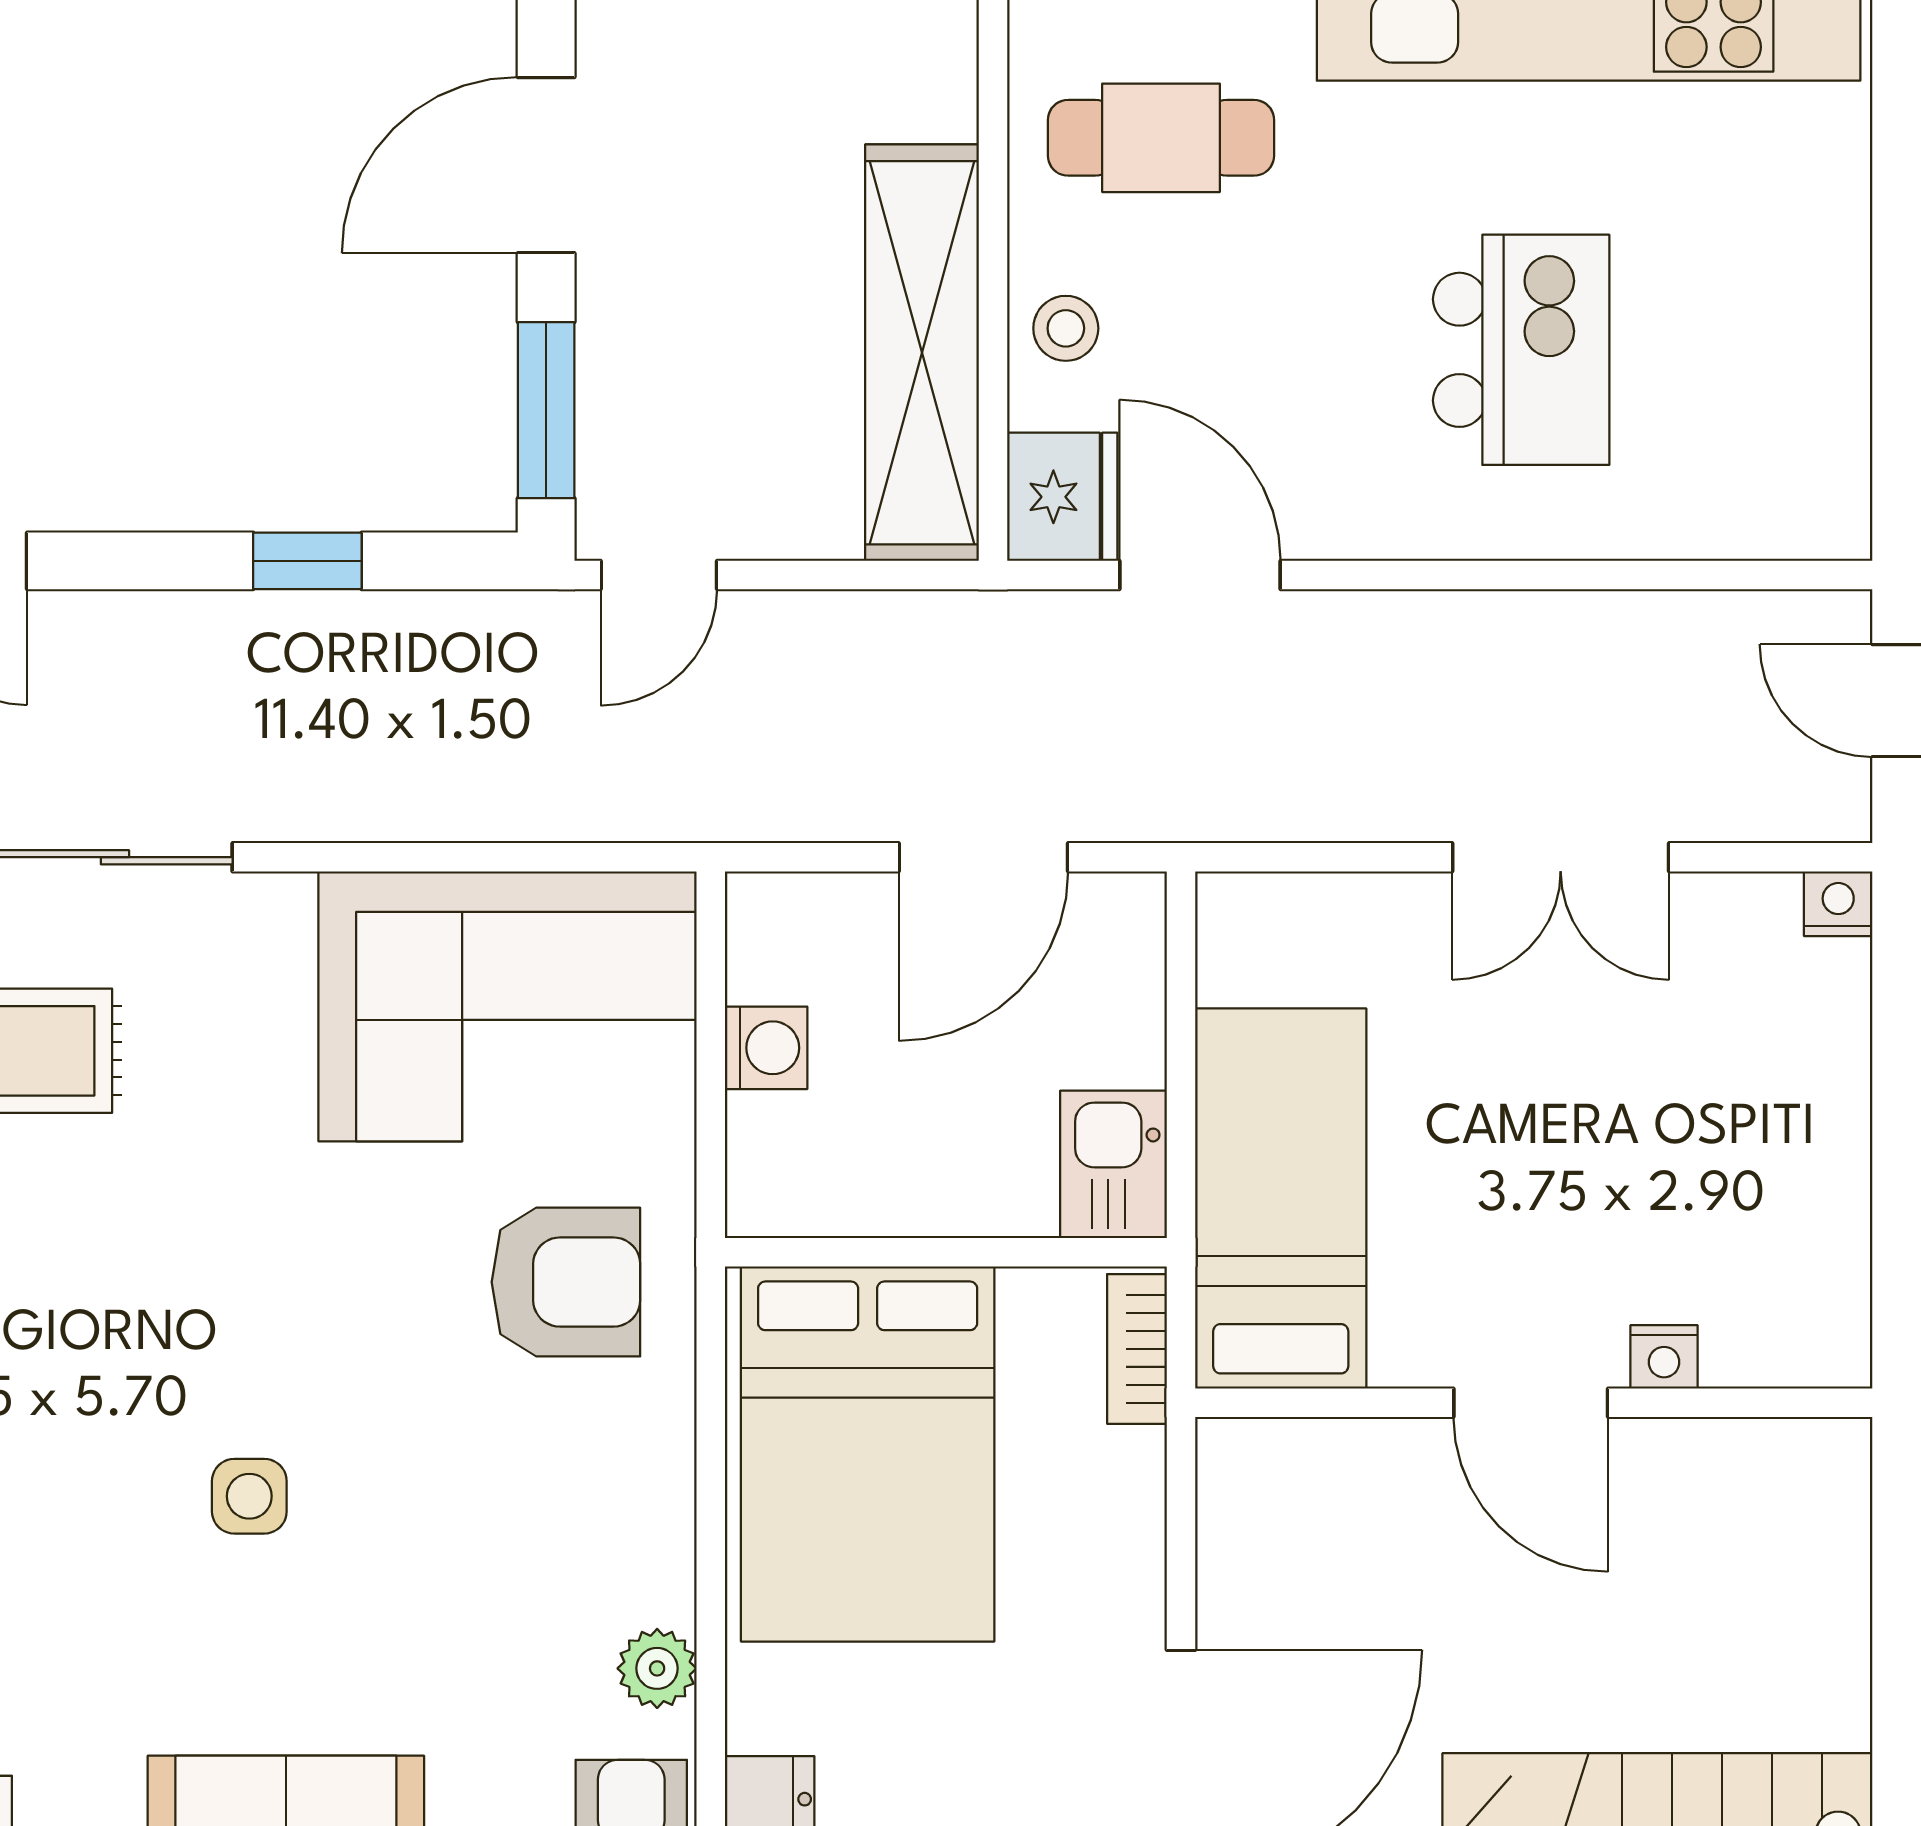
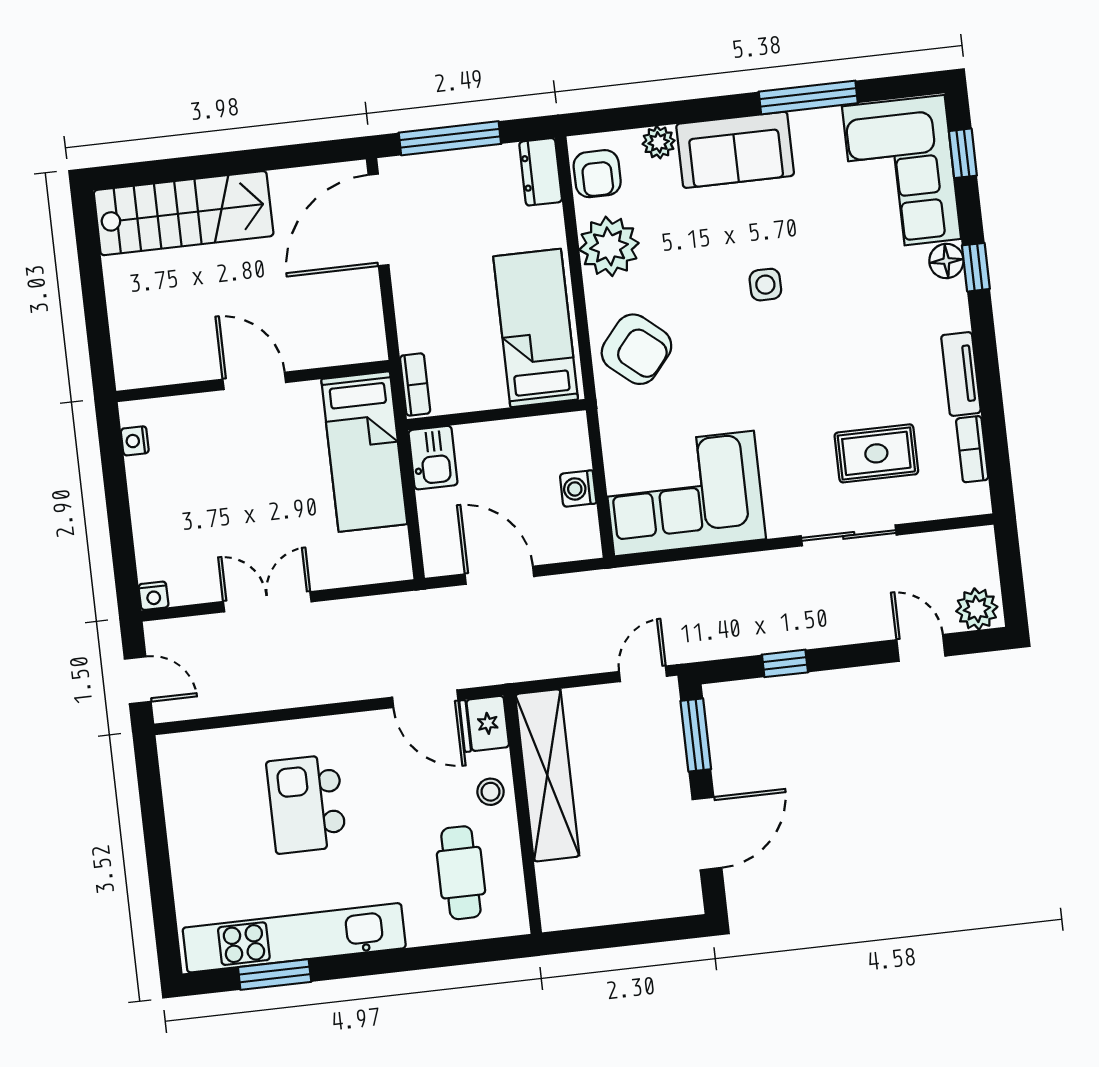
cafe table: (1161, 138) -> (461, 873), turned 90
door: (983, 857) -> (499, 575), hinge flipped
armchair: (566, 1282) -> (636, 349), moved, turned -140
nightstand: (1664, 1357) -> (135, 441), moved, turned -90
bed: (868, 1454) -> (536, 328), width x0.67
plant: (657, 1668) -> (609, 246), width x1.87, depth x1.87

